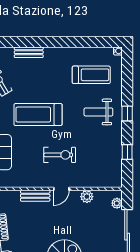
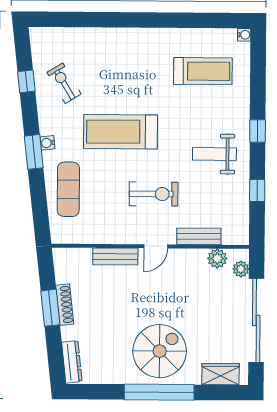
bench: (29, 52) -> (199, 236), moved
weight bench: (98, 112) -> (214, 154), moved
plant: (87, 197) -> (217, 258), moved

